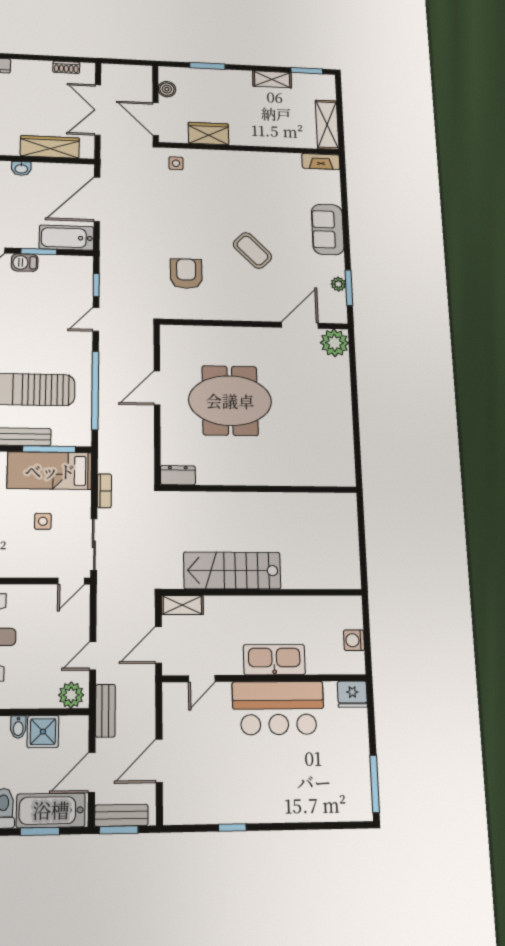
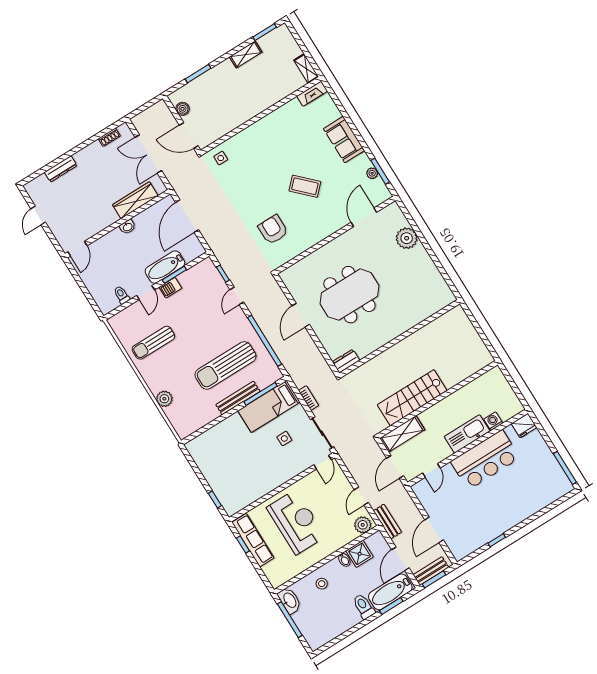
shelving: (327, 125) -> (306, 68), width x0.67, depth x0.75
wardrobe: (208, 134) -> (228, 123), removed
bathtub: (67, 238) -> (165, 267), moved
plant: (335, 343) -> (407, 238), moved
shelving: (182, 605) -> (402, 434), width x1.50, depth x1.33
washing machine: (354, 640) -> (493, 421), moved, turned 90

